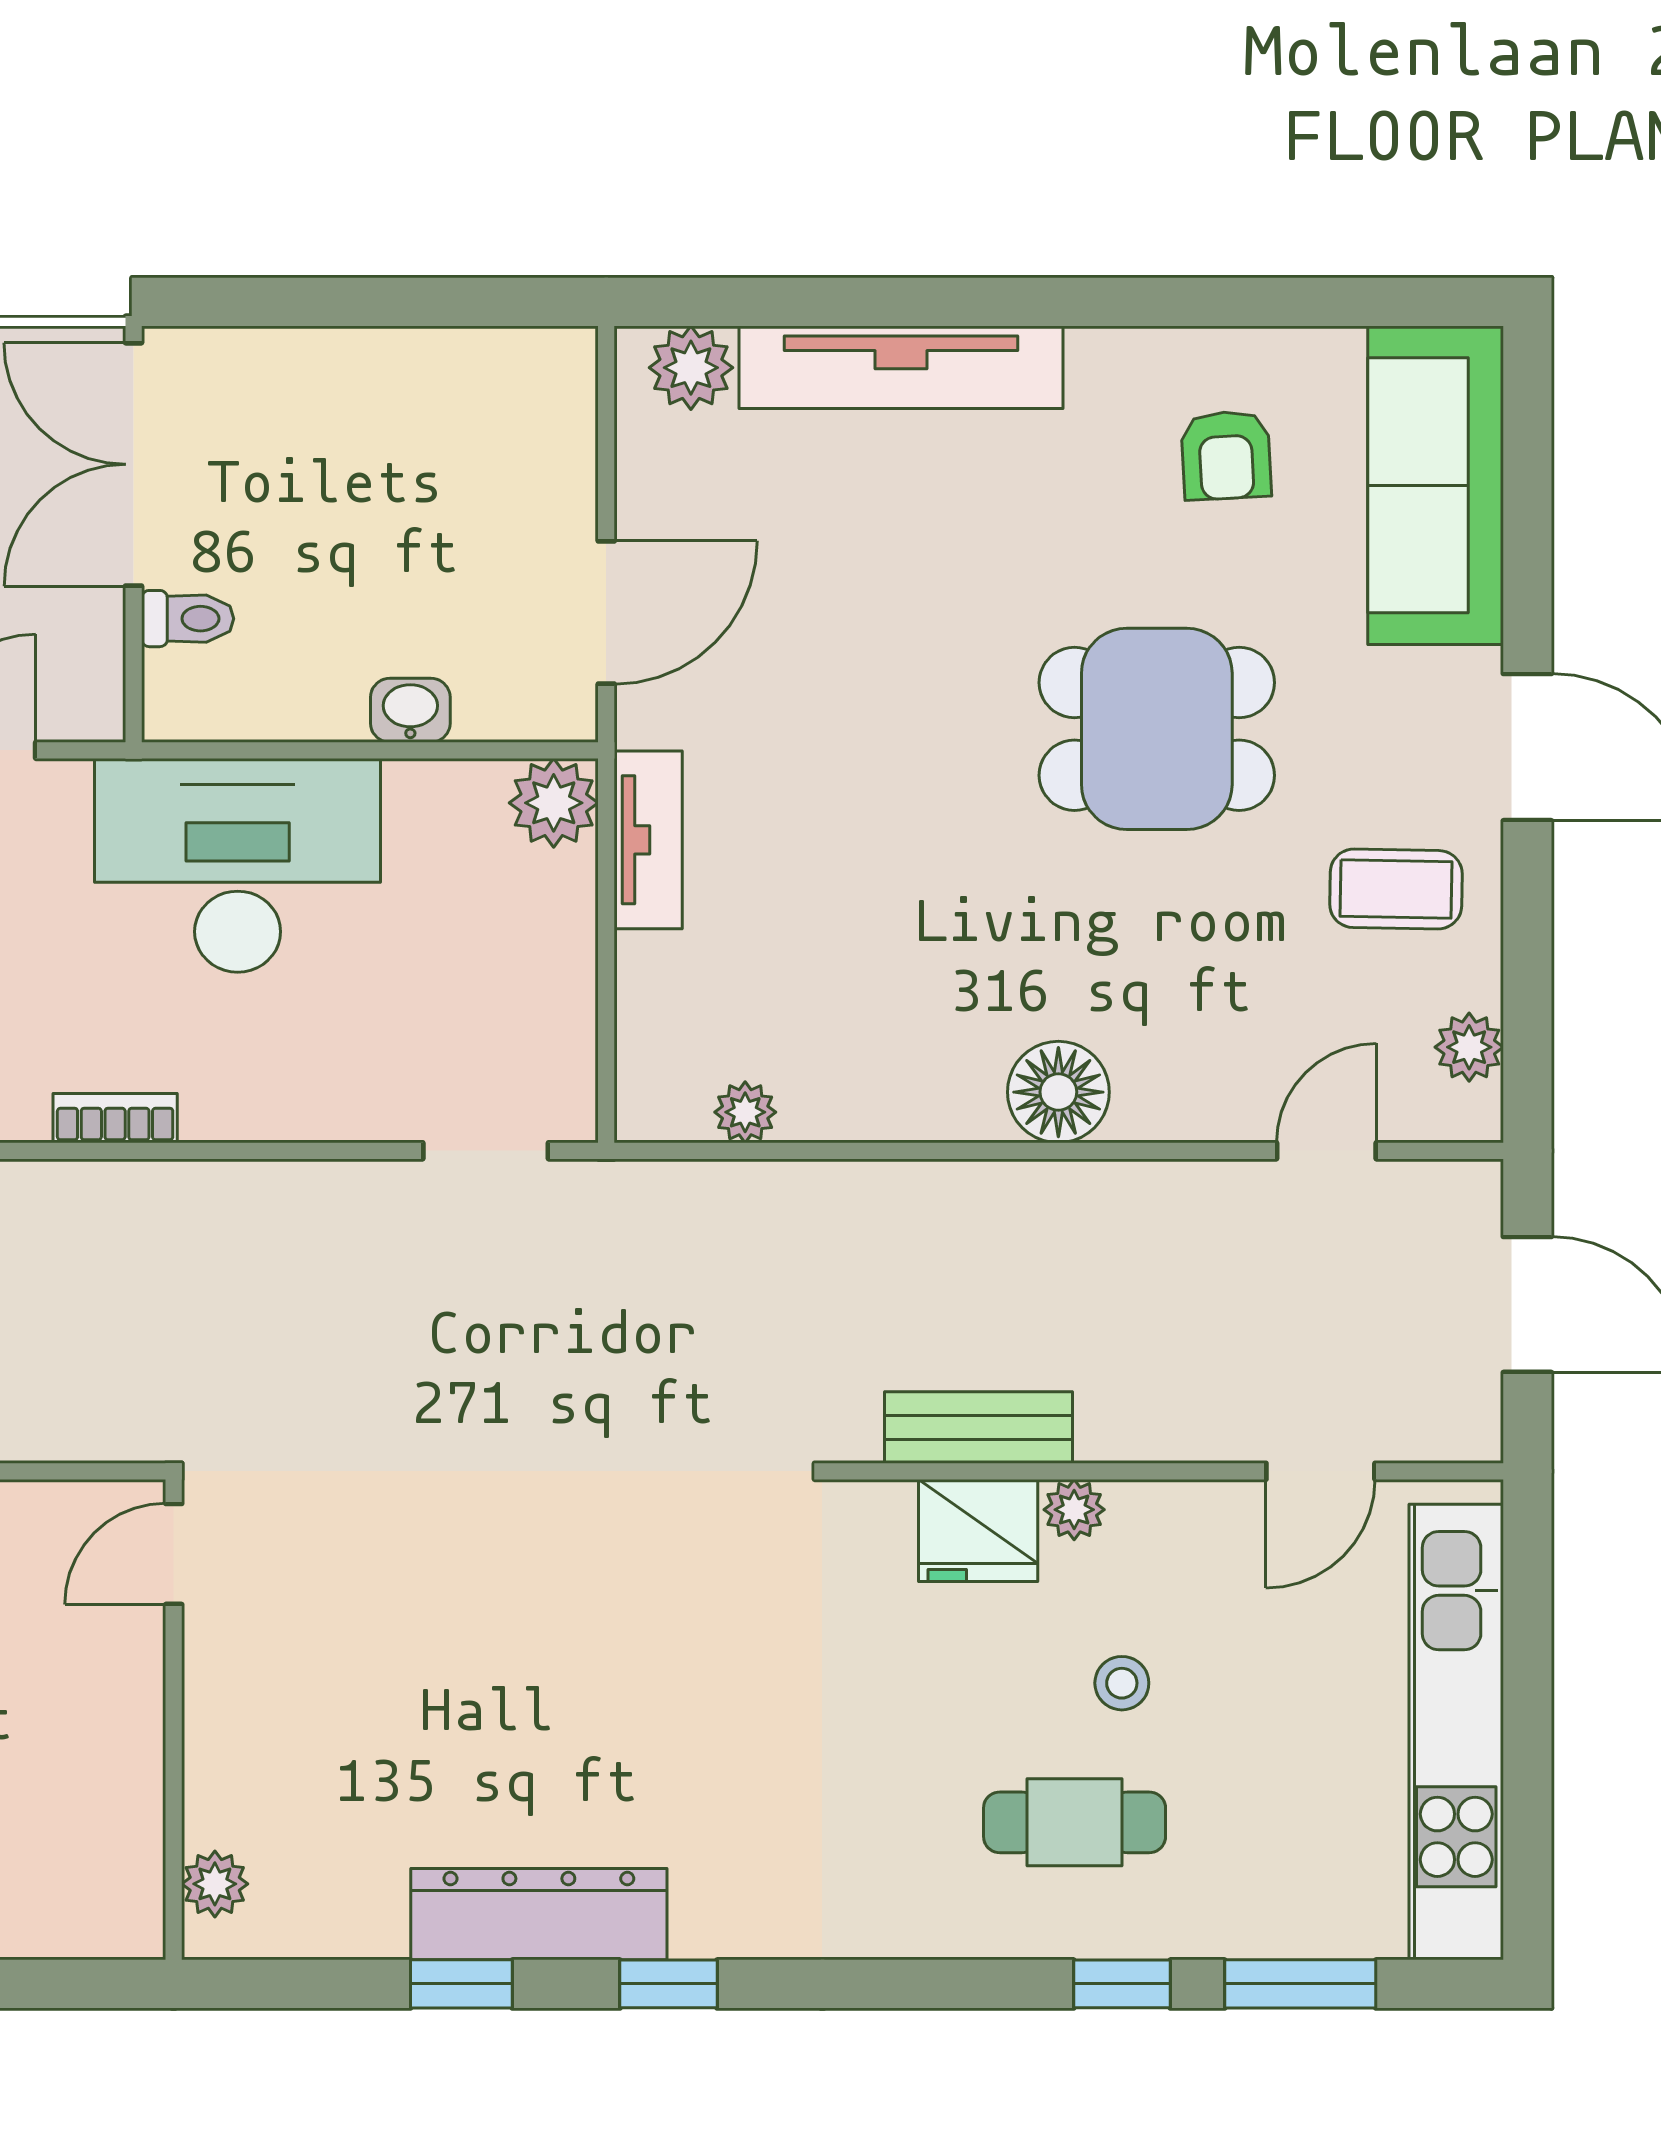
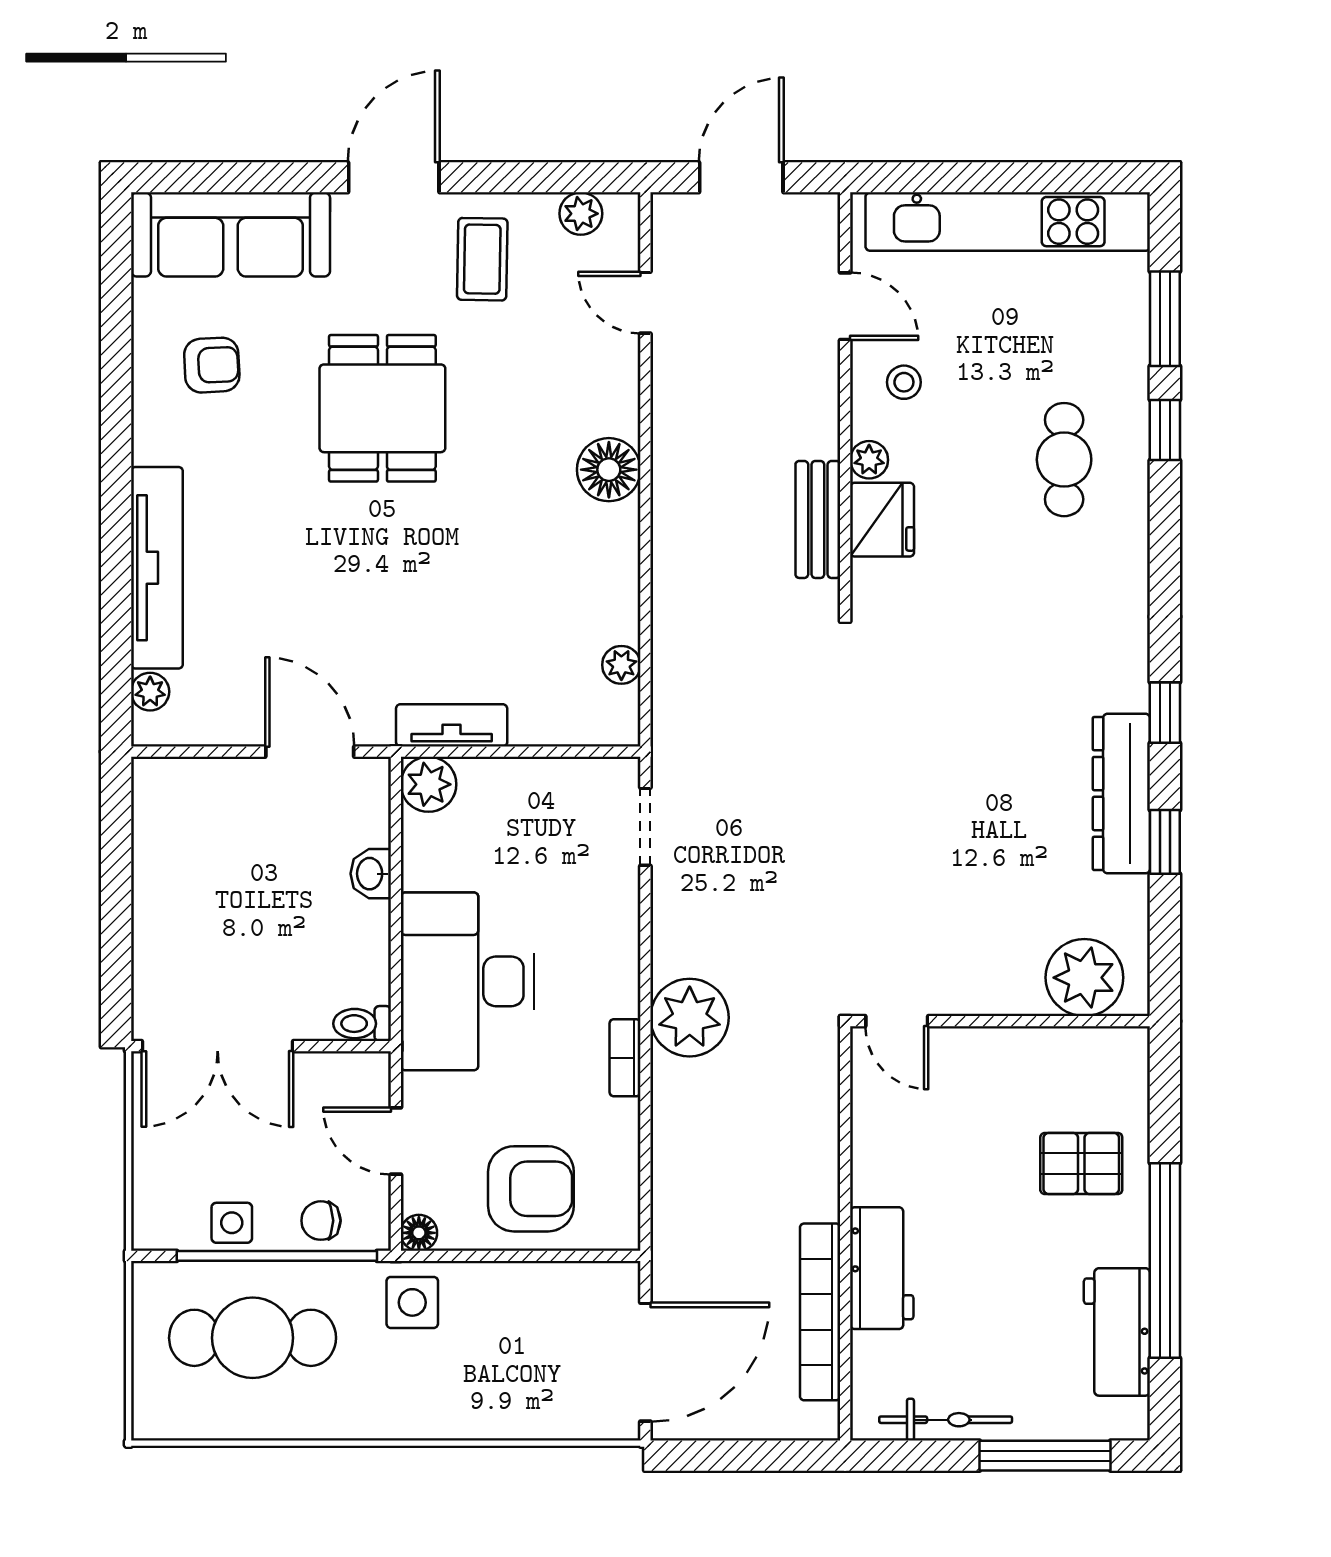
plant: (691, 368) -> (150, 692), width x0.73, depth x0.73
toilet: (188, 619) -> (362, 1024), moved, turned -90
plant: (179, 1221) -> (690, 1018), added
stool: (1122, 1683) -> (904, 382), moved
plant: (215, 1884) -> (1084, 978), width x1.88, depth x1.88

